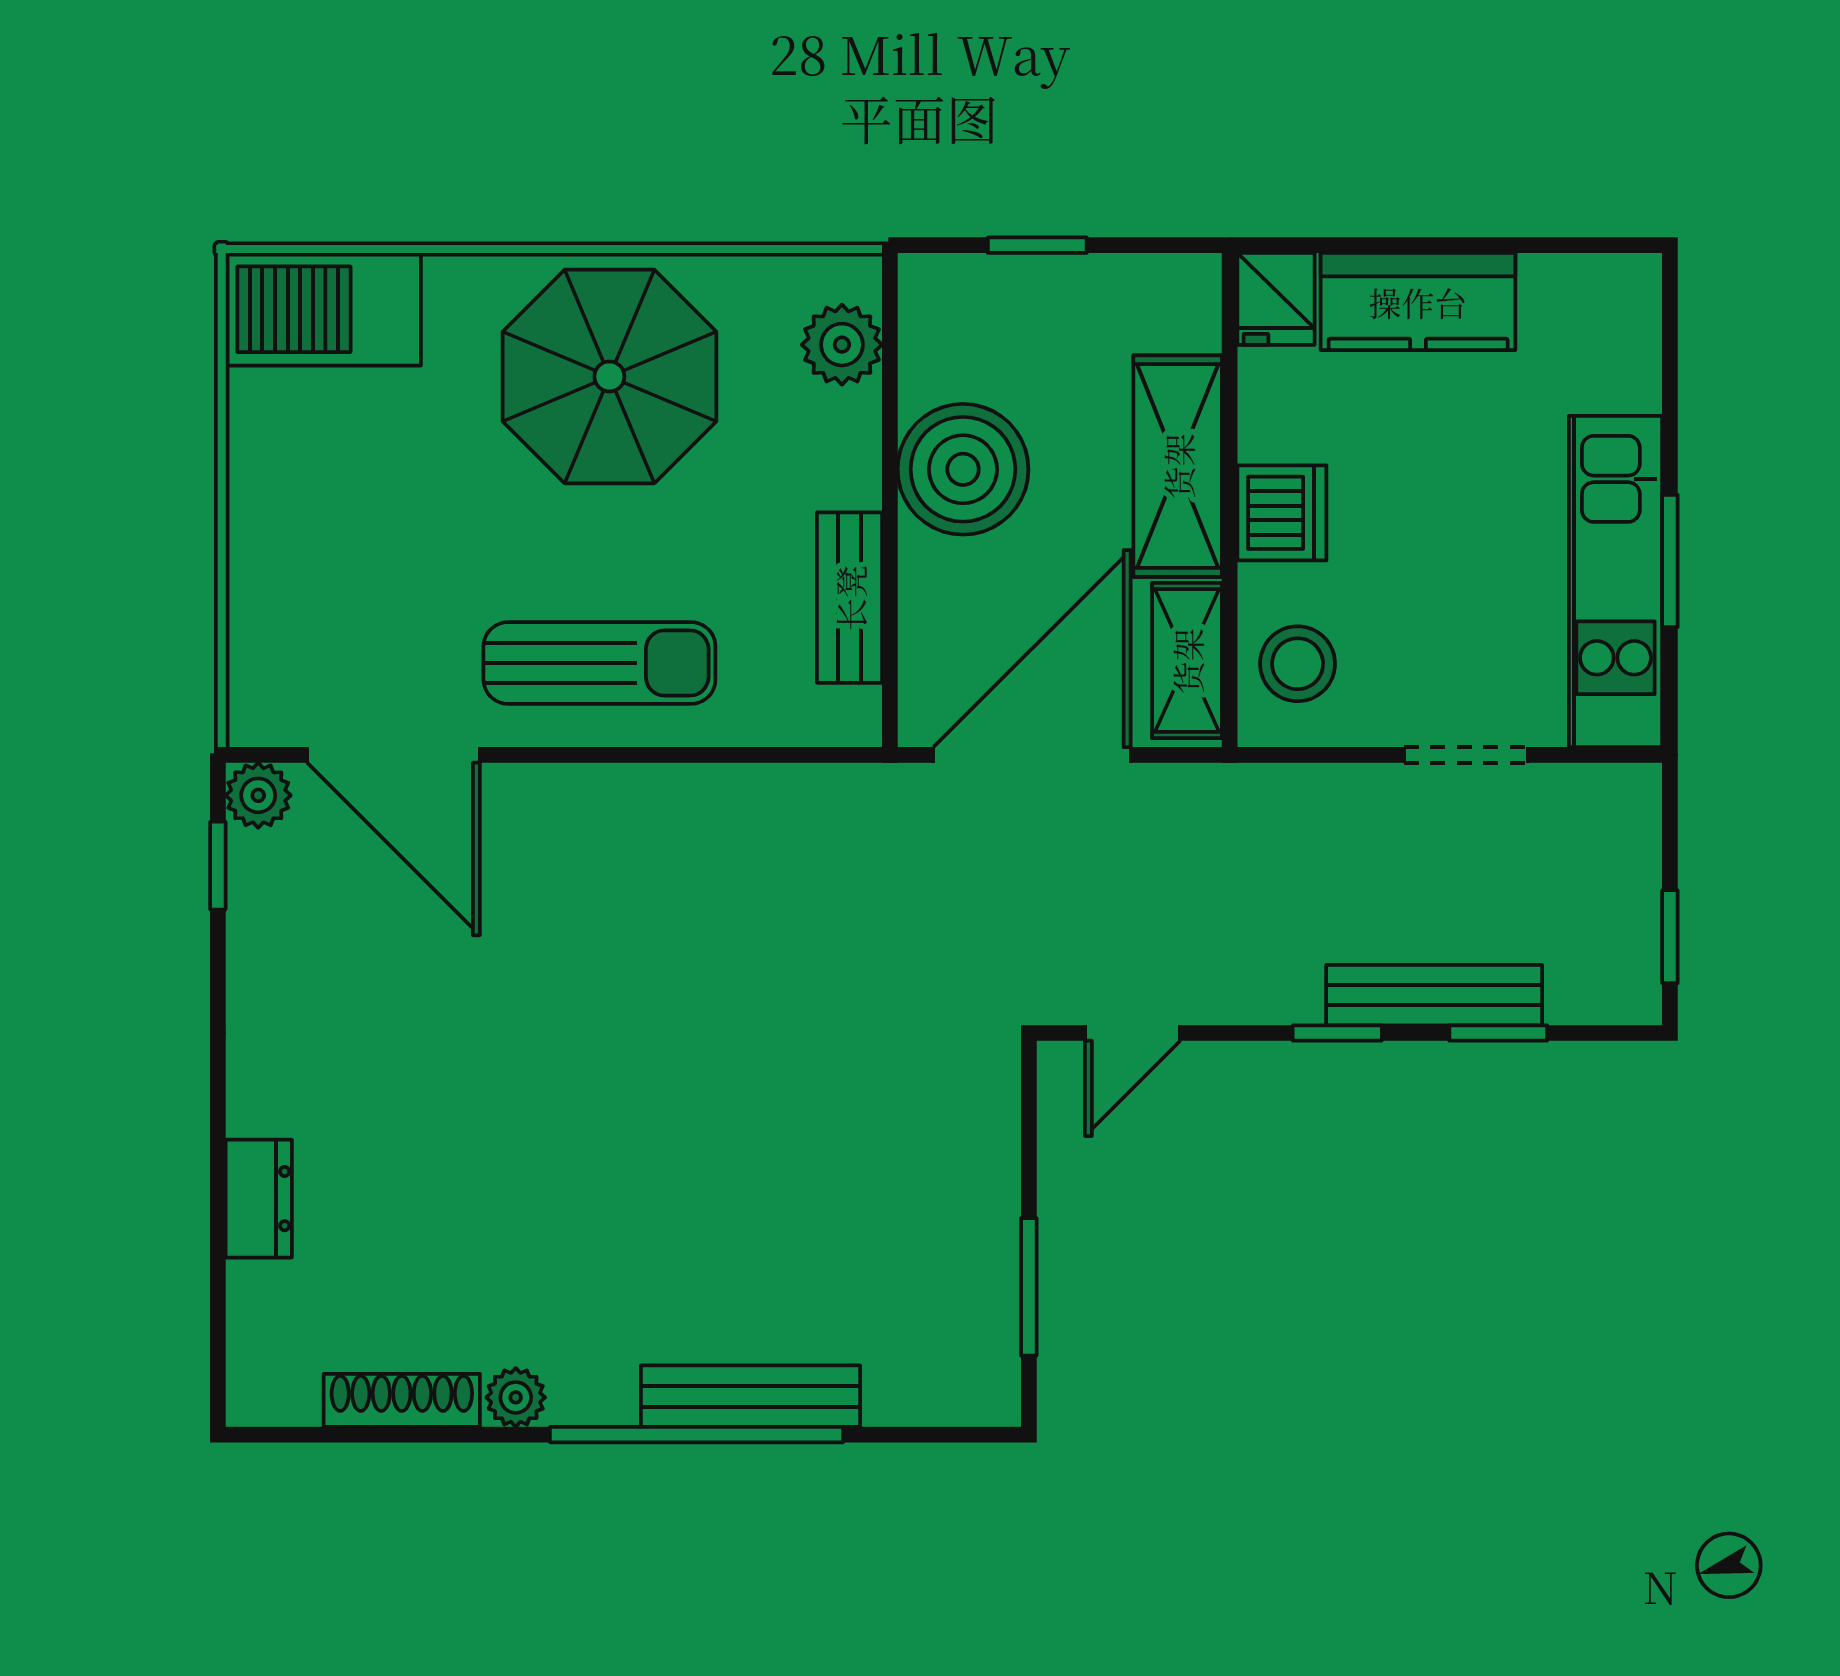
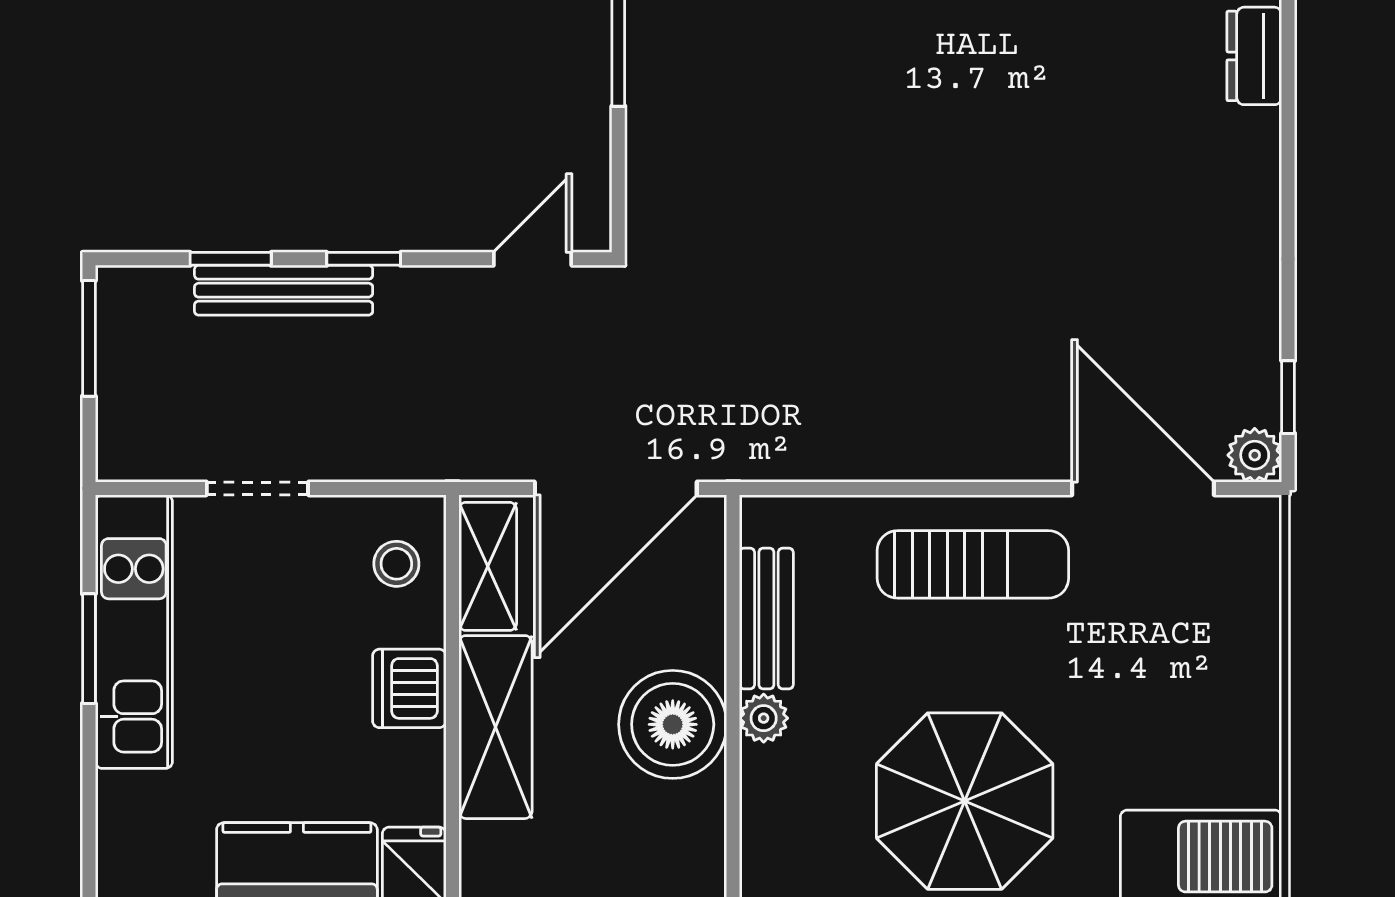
plant: (842, 345) -> (764, 718), moved, width x0.73, depth x0.73
sun lounger: (599, 663) -> (973, 564), turned 180
stool: (1298, 664) -> (396, 564), width x0.73, depth x0.73
window: (1670, 937) -> (89, 338), width x1.50
dresser: (259, 1199) -> (1254, 56), moved

